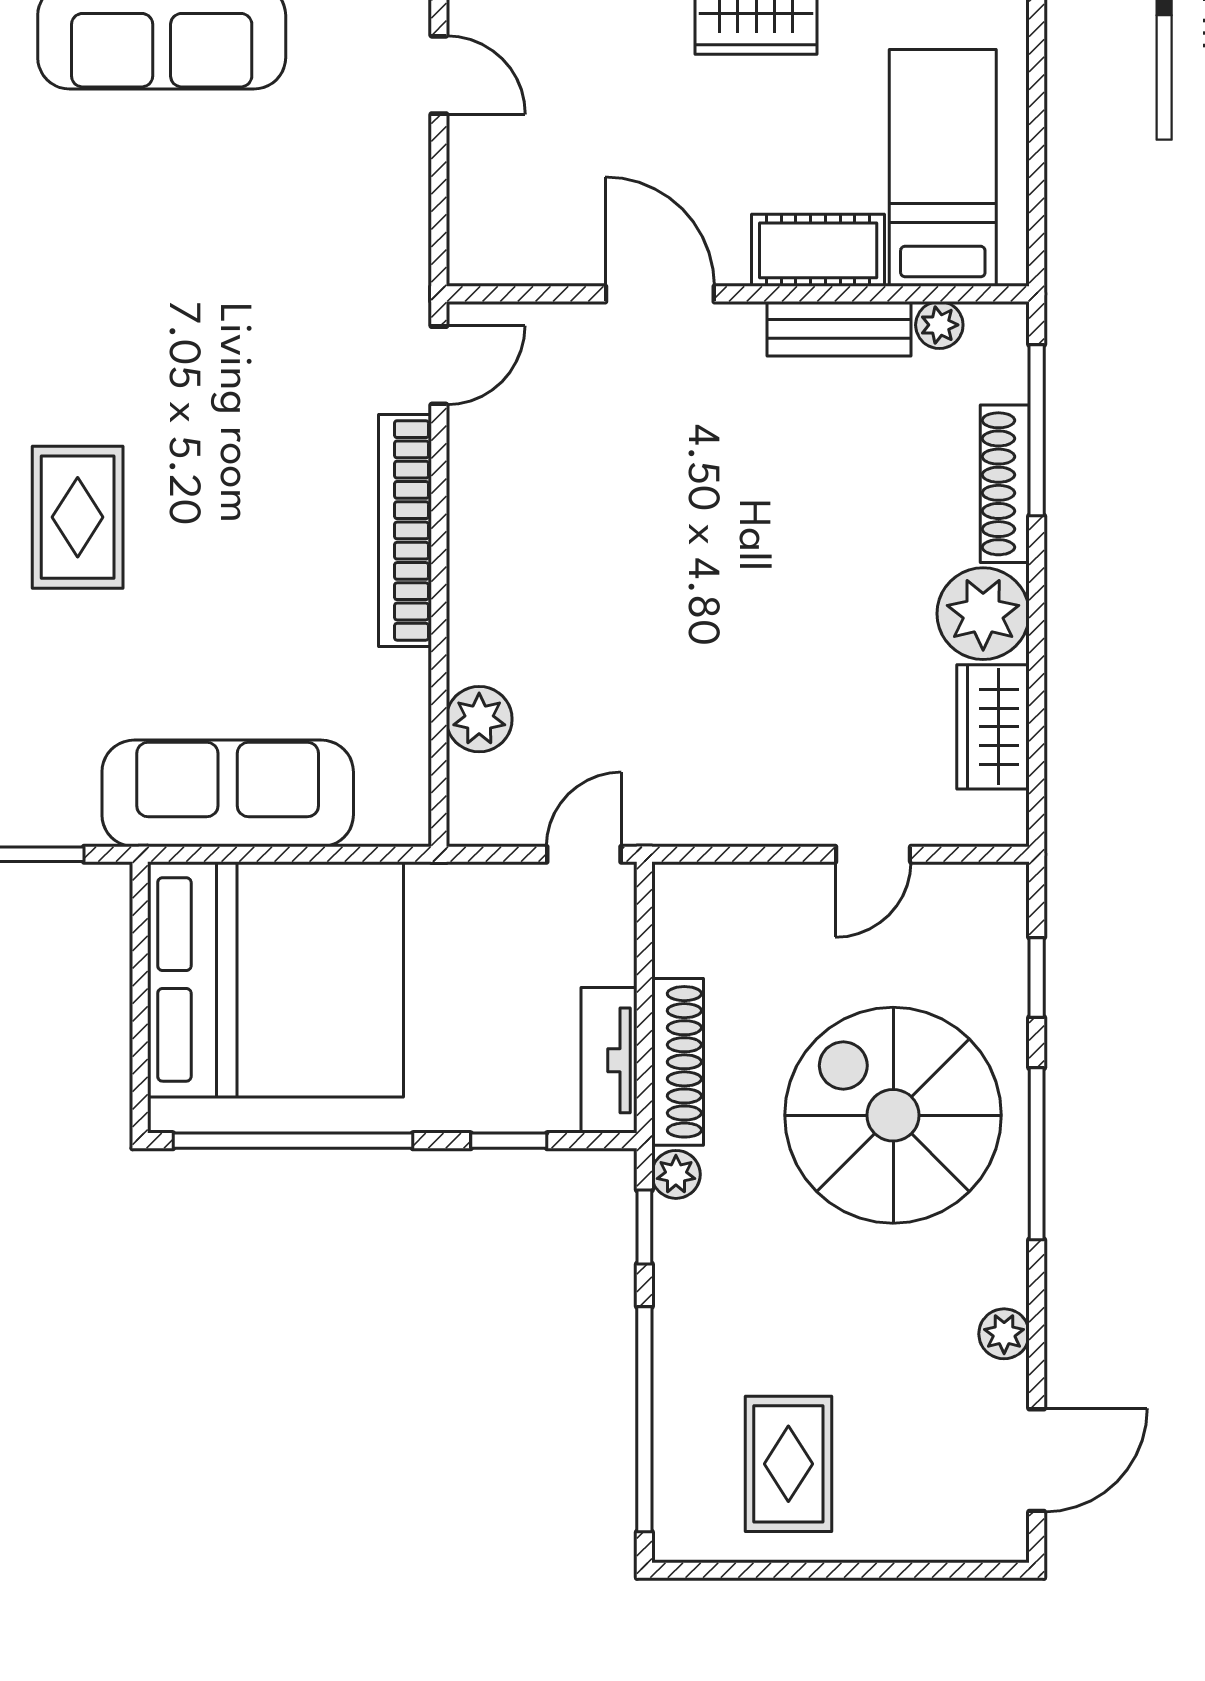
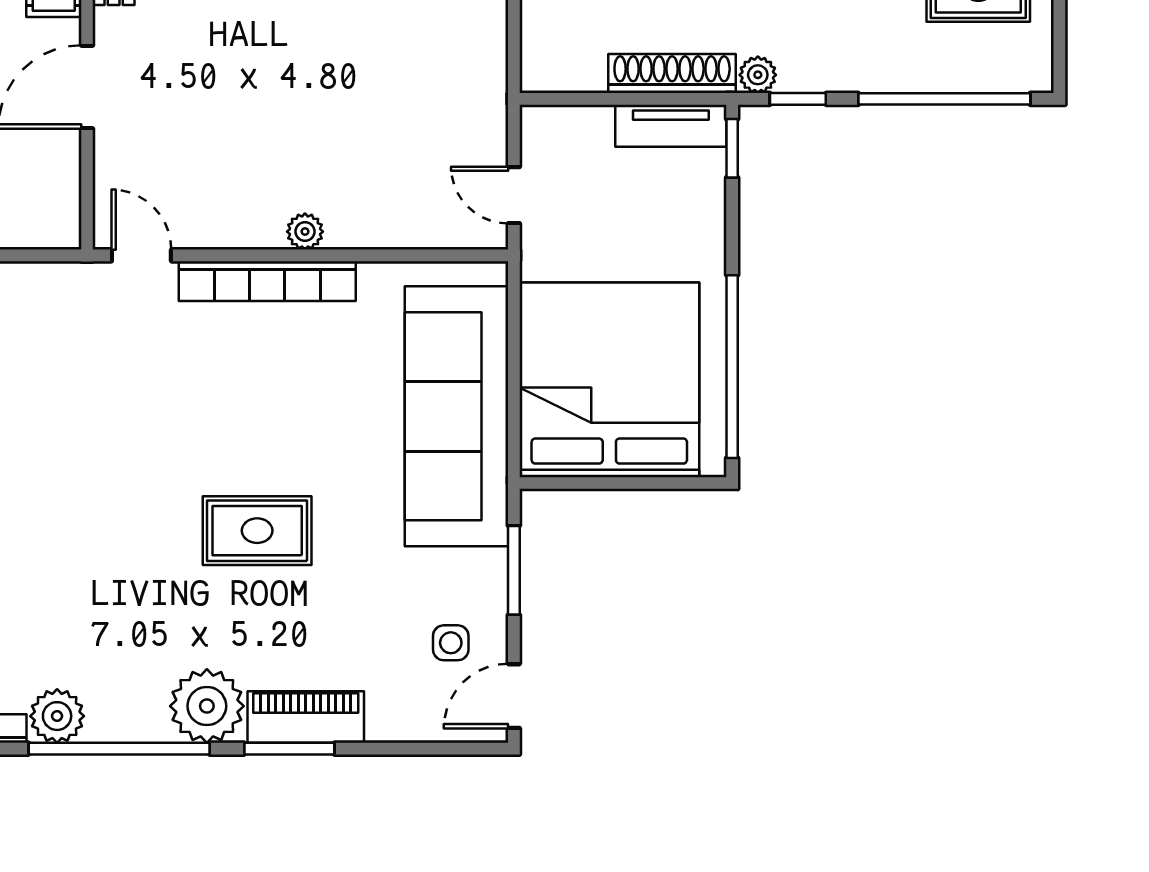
plant: (479, 719) -> (305, 232), moved, width x0.73, depth x0.73
sofa: (228, 793) -> (457, 416), width x1.36, depth x1.27
door: (584, 854) -> (514, 195), moved
window: (509, 1141) -> (732, 148), moved

